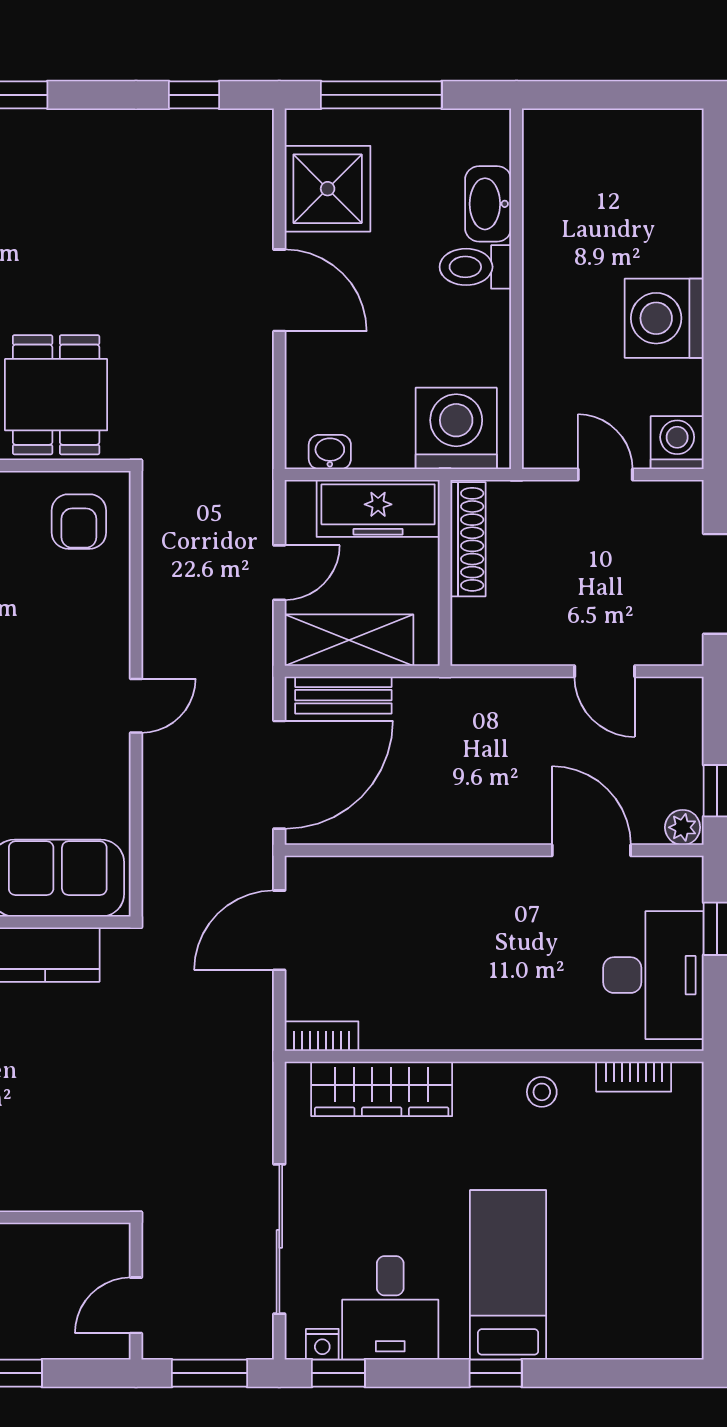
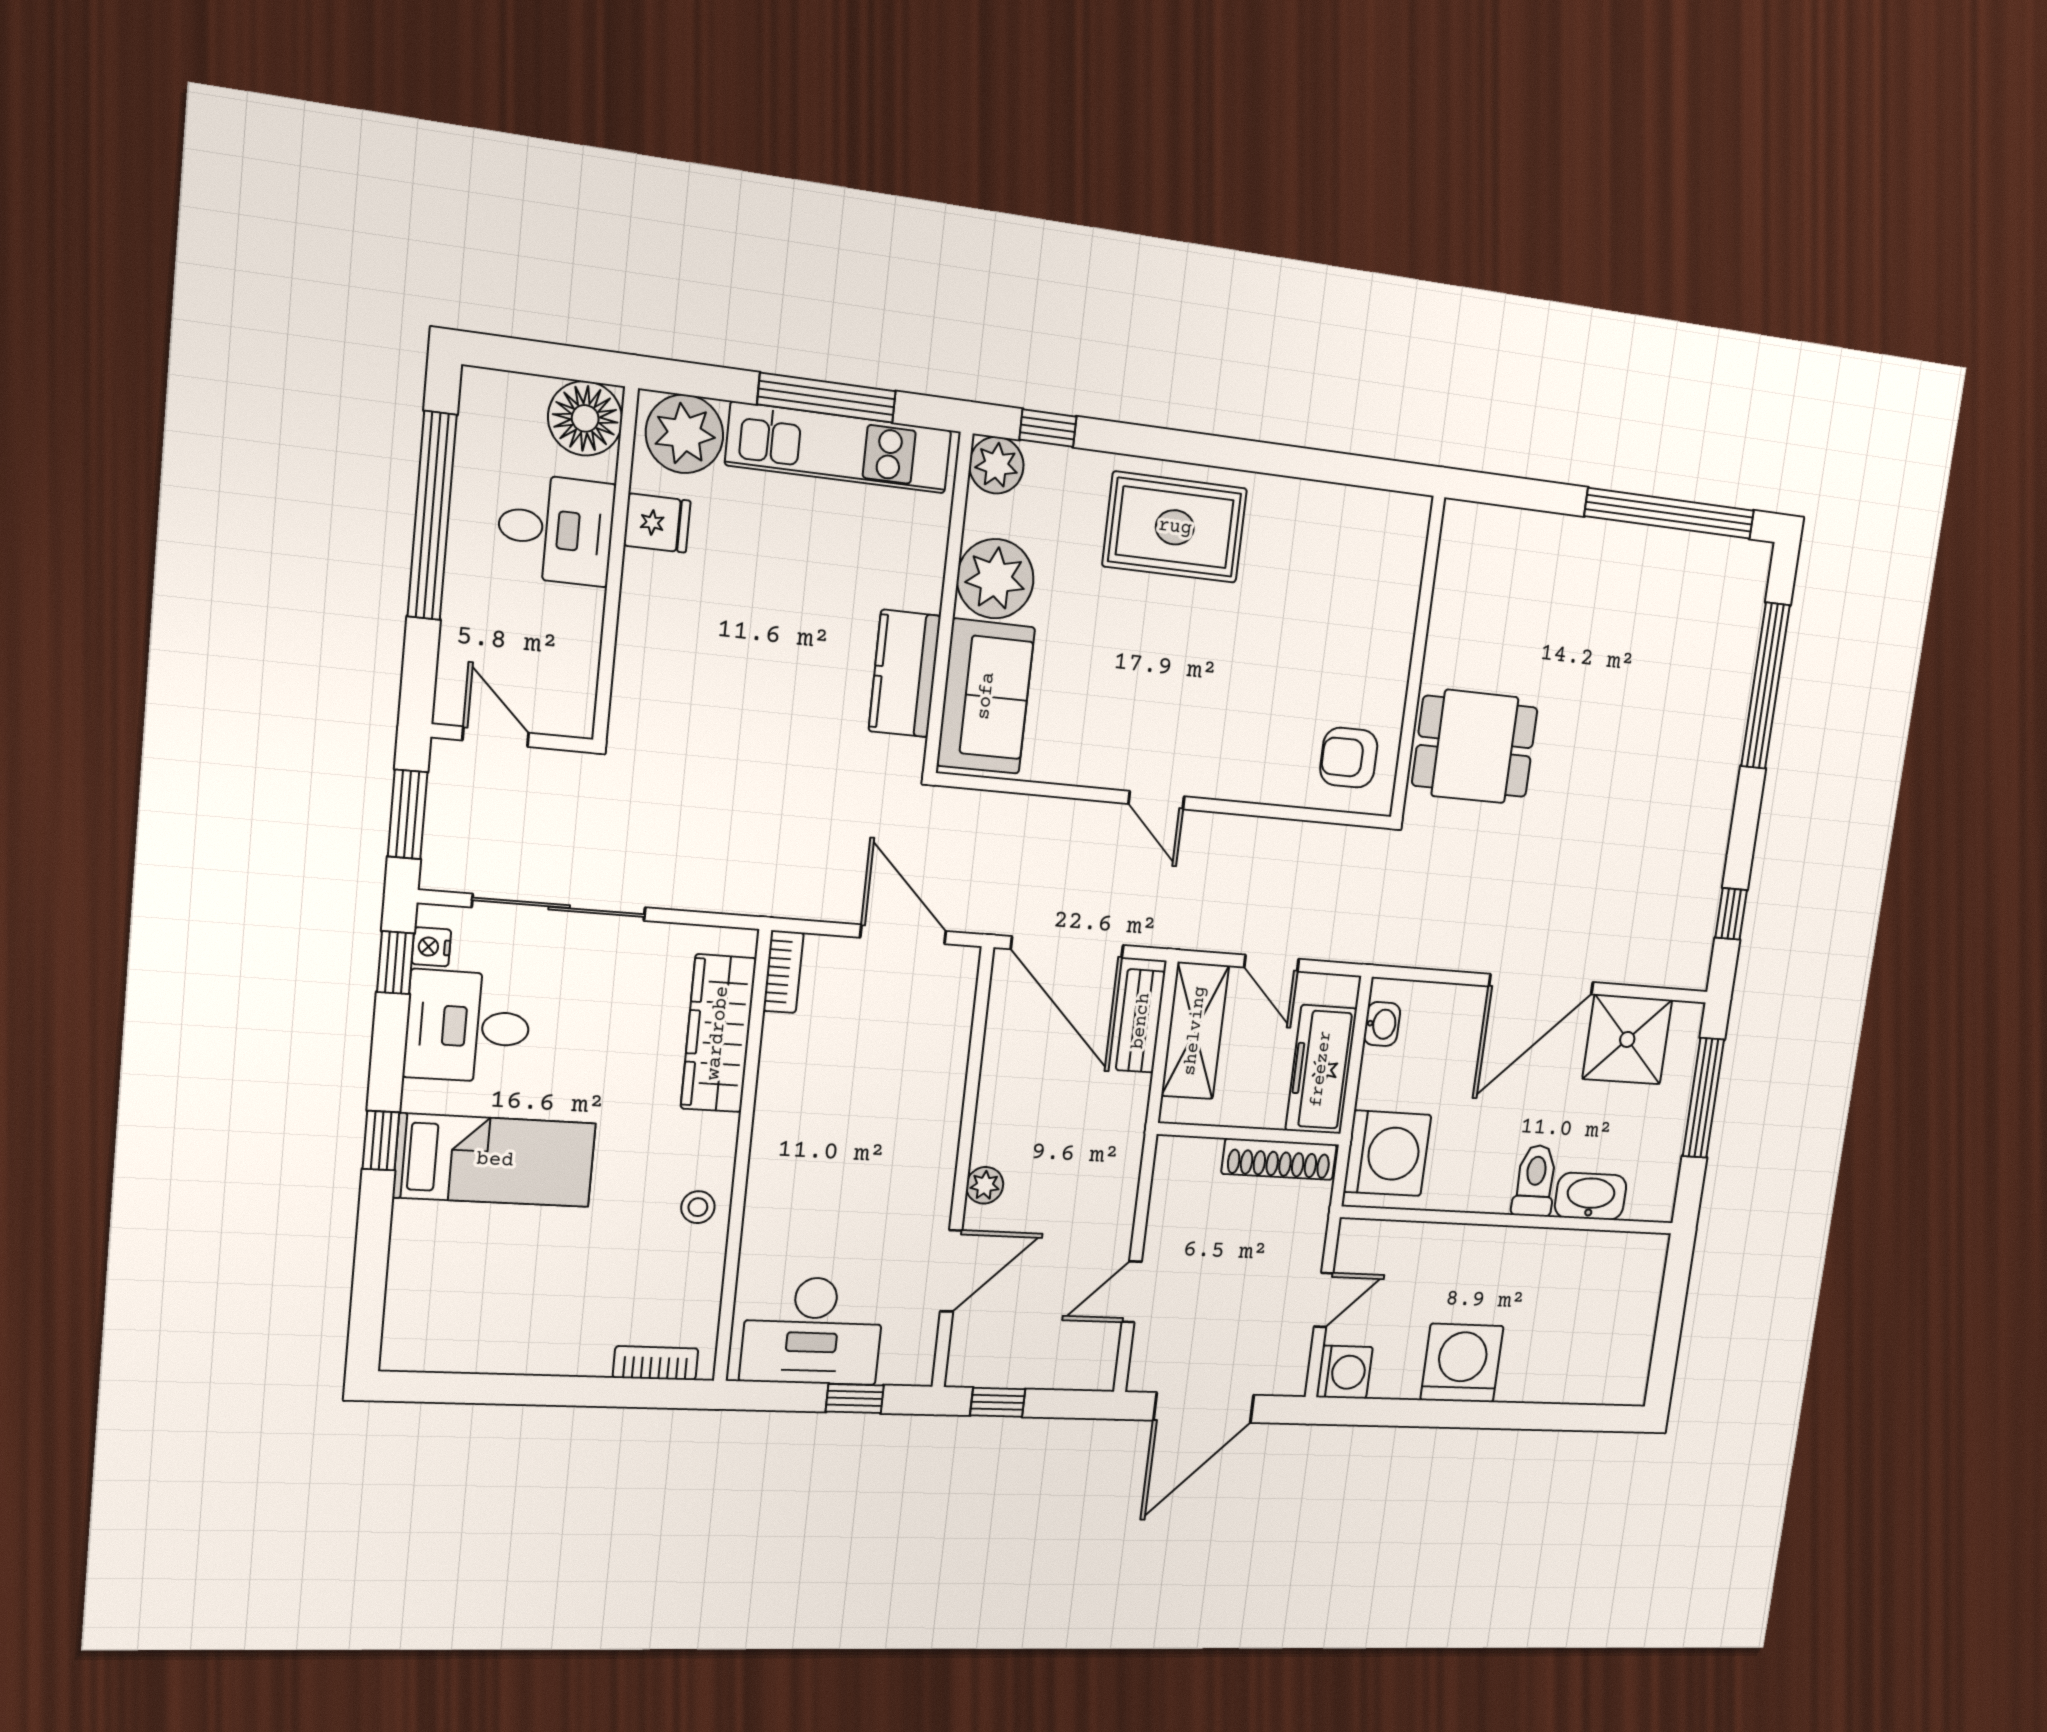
door: (279, 290) -> (1541, 984), width x1.36
plant: (683, 827) -> (985, 1185), moved
bookcase: (634, 1077) -> (656, 1363), moved, turned 90

